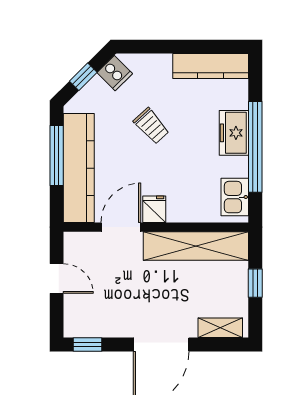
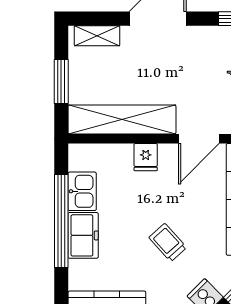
kitchen sink: (235, 197) -> (82, 191), moved
fridge: (154, 209) -> (146, 157), moved
window: (255, 283) -> (61, 81), width x1.50

